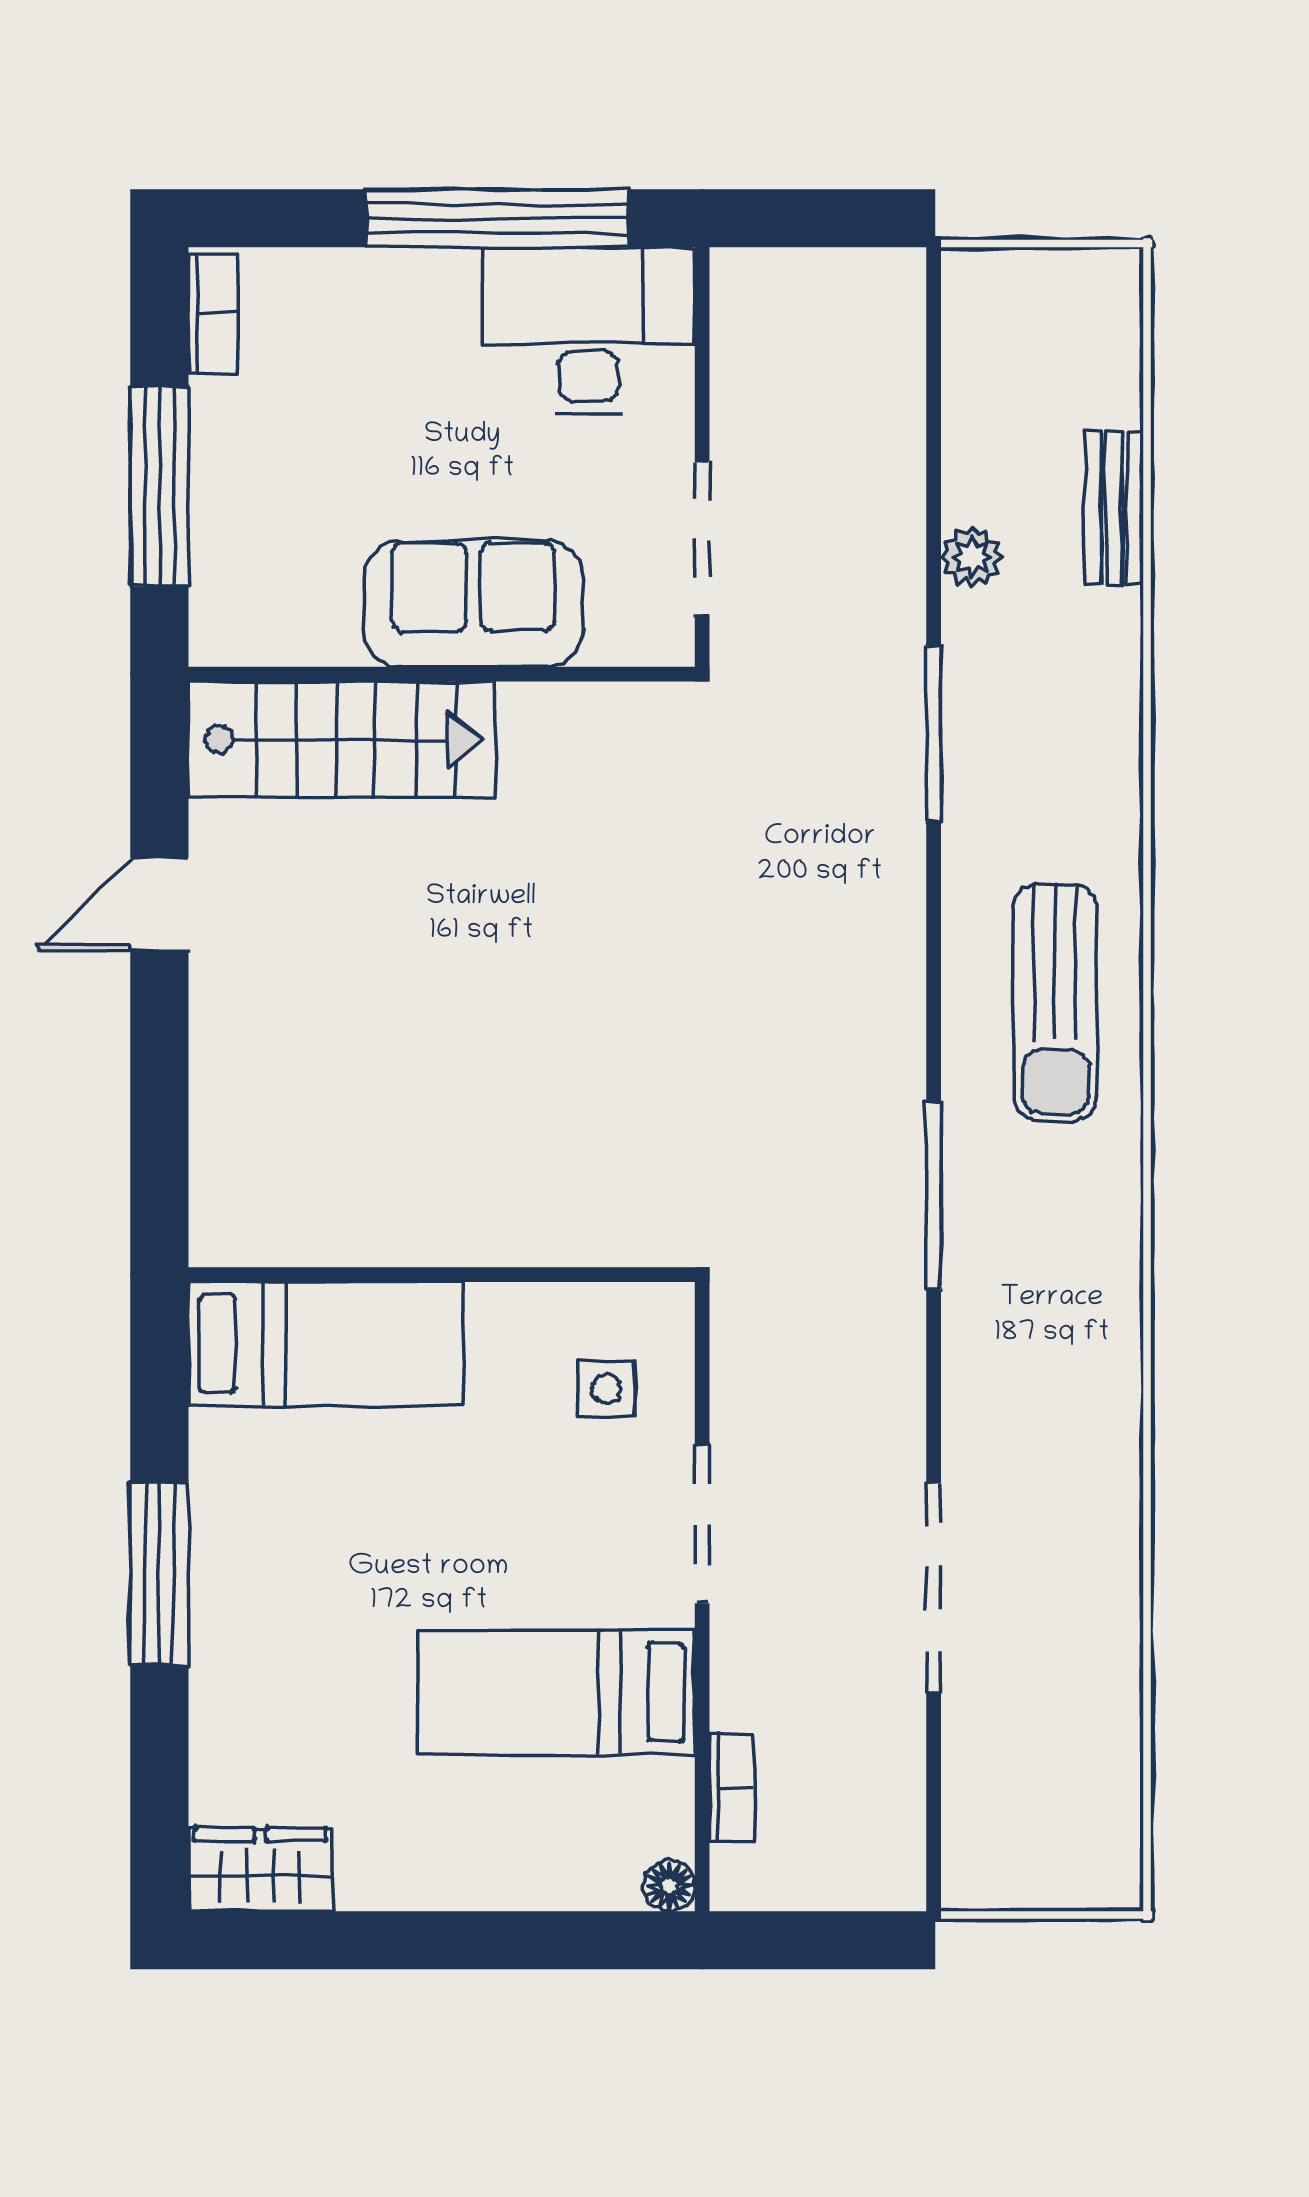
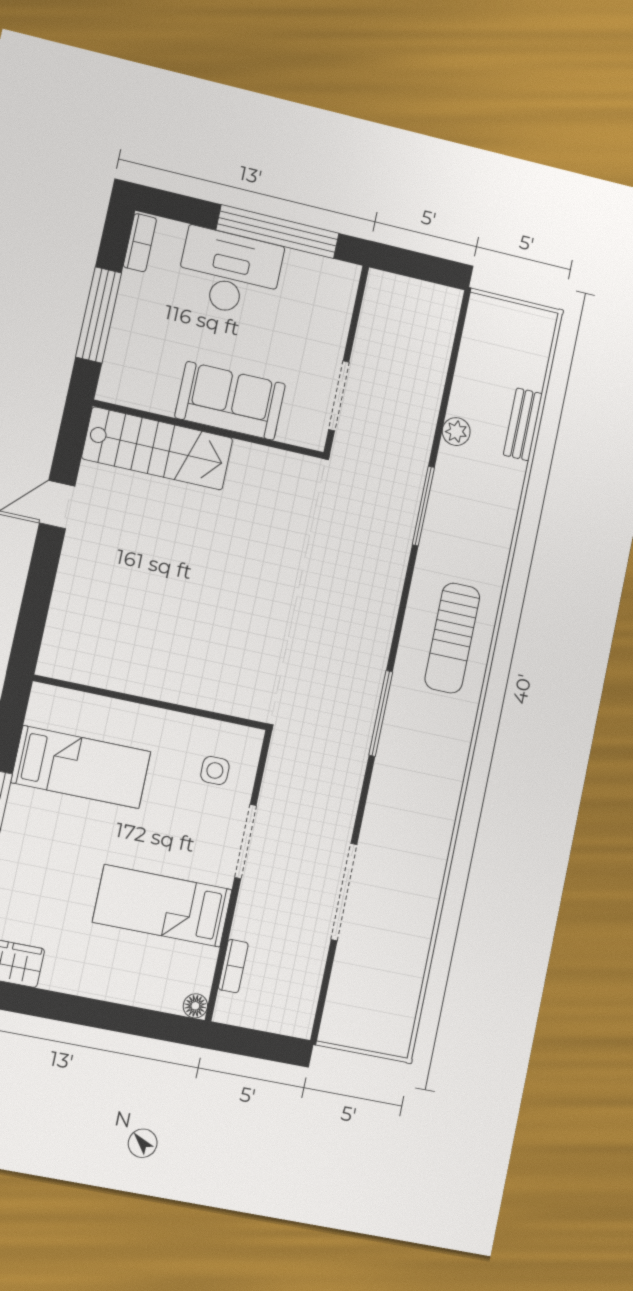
desk: (589, 331) -> (229, 273), moved
bed: (326, 1344) -> (81, 767), moved

